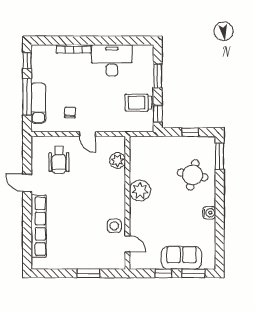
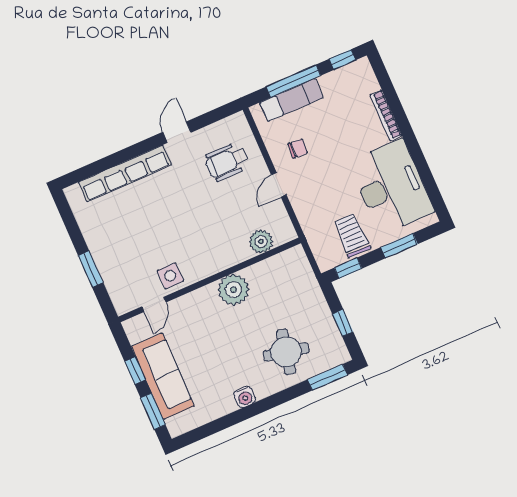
desk: (112, 60) -> (391, 187), width x1.36, depth x1.30
sofa: (181, 258) -> (163, 376), width x1.36

